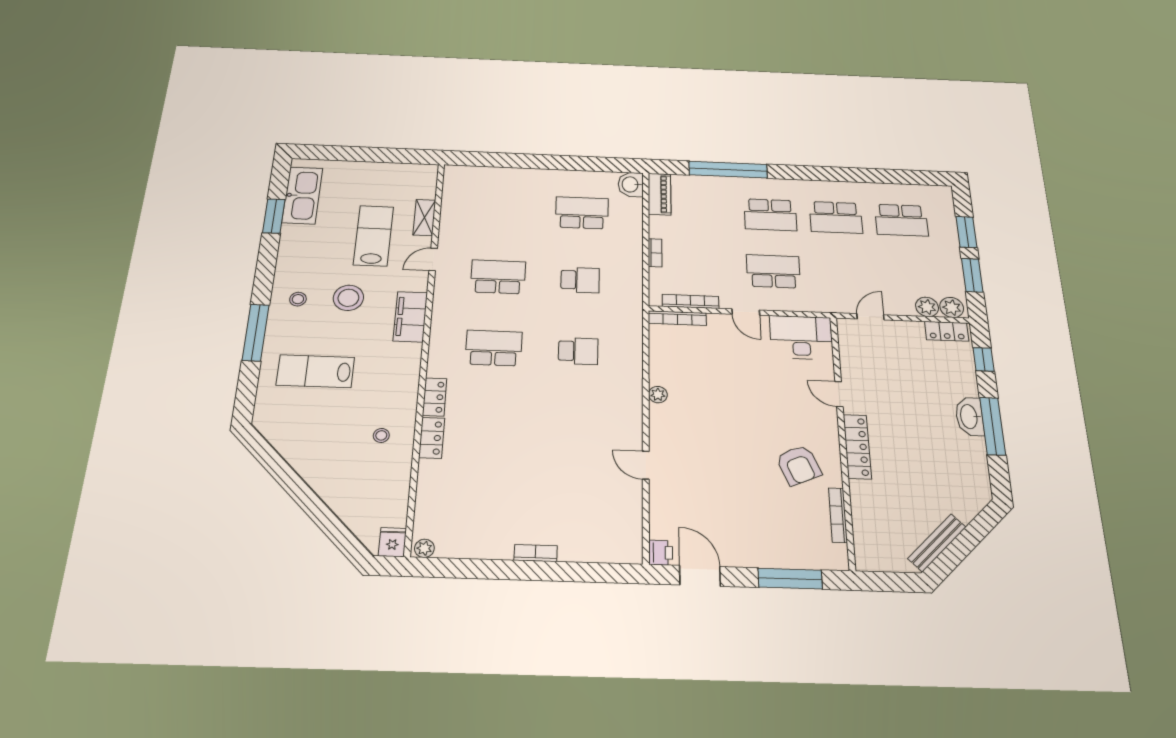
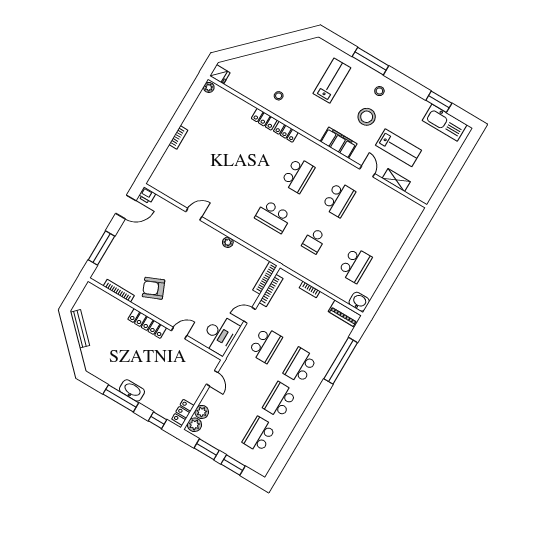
school desk: (578, 351) -> (273, 216), width x1.85

